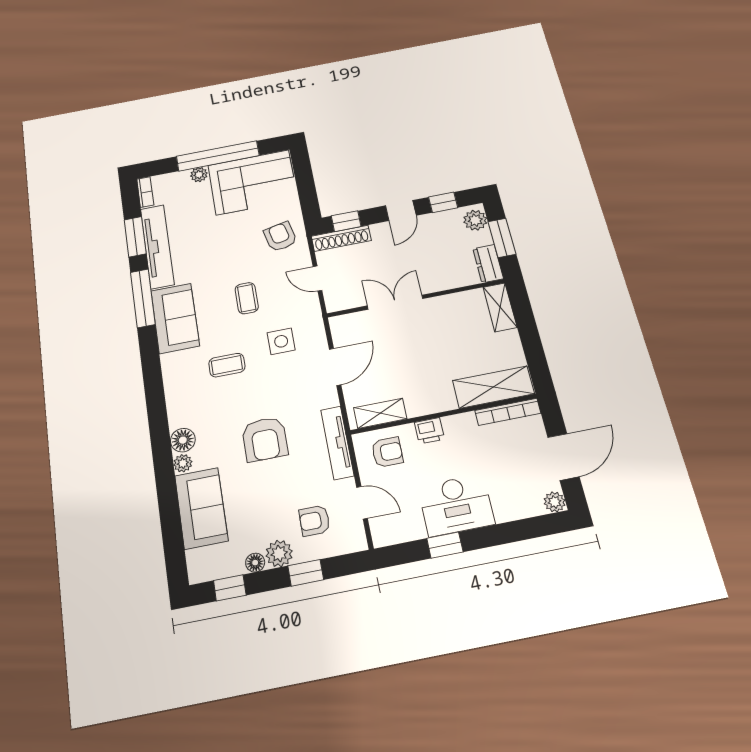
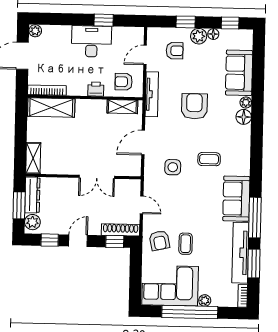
dresser: (488, 264) -> (32, 195), width x1.44
coffee table: (247, 298) -> (186, 244), moved
door: (362, 503) -> (145, 55), hinge flipped

